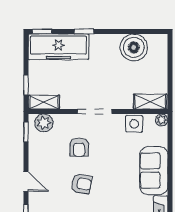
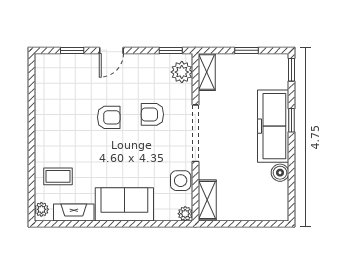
freezer: (58, 47) -> (273, 126), moved
boiler: (134, 47) -> (280, 173), width x0.54, depth x0.54
window: (26, 85) -> (246, 50), moved
doorway: (95, 111) -> (195, 133), width x1.36
armchair: (82, 184) -> (109, 117), turned -100

